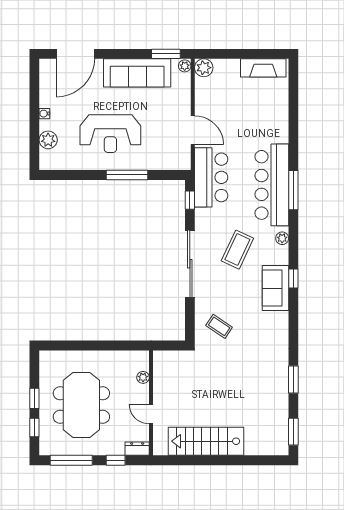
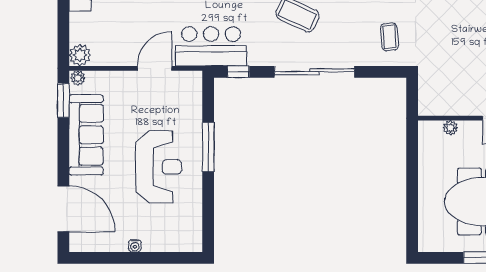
plant: (48, 140) -> (166, 241), removed
coffee table: (219, 326) -> (389, 37), turned -38

